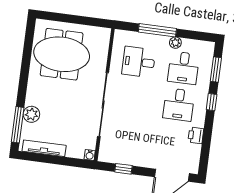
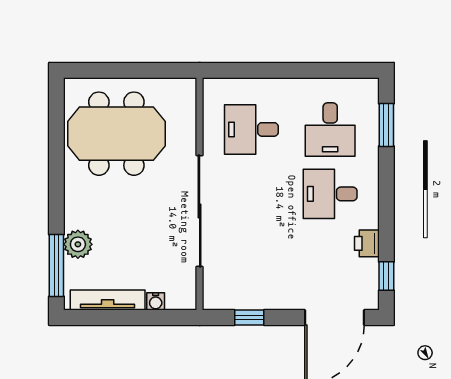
window: (157, 30) -> (276, 70), removed
plant: (175, 43) -> (310, 88), removed
window: (212, 102) -> (386, 276), moved
desk: (179, 105) -> (330, 194), turned 90
water cooler: (90, 155) -> (156, 301), moved

